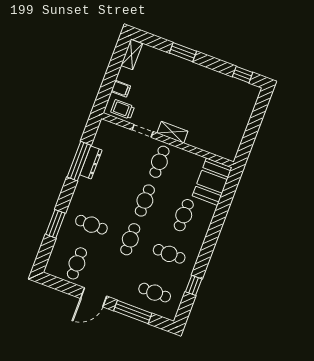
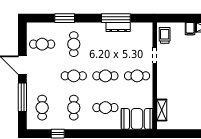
filing cabinet: (121, 89) -> (190, 29), moved
shelving: (172, 132) -> (162, 110), moved

